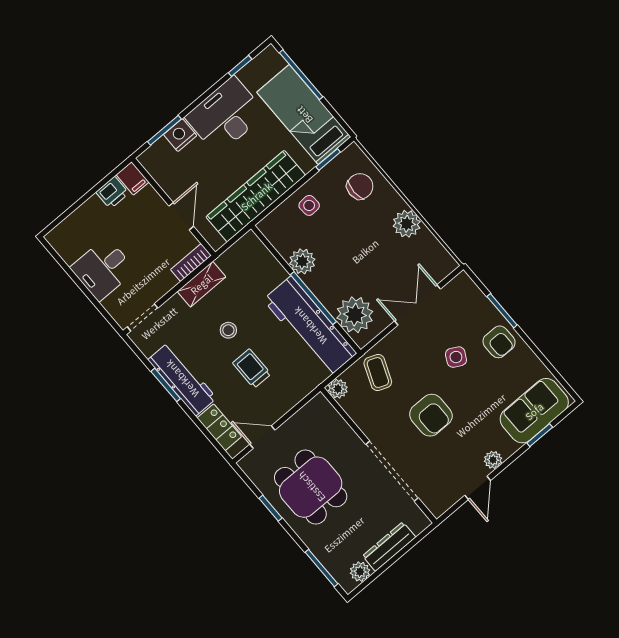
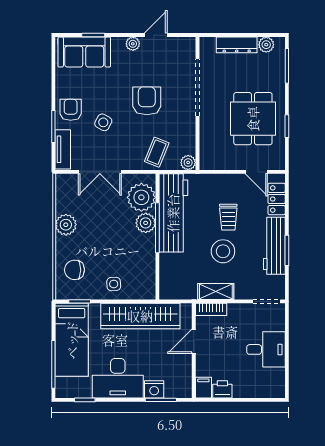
plant: (302, 261) -> (146, 223), moved
tv unit: (473, 296) -> (63, 149), added
stool: (228, 330) -> (223, 251), width x1.89, depth x1.89

